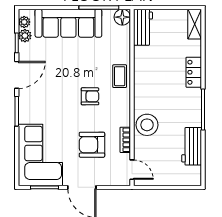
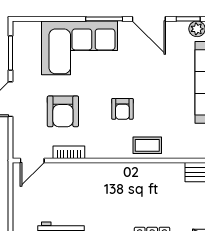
stool: (147, 125) -> (87, 179), removed
armchair: (92, 145) -> (63, 111), turned 180
corner sofa: (40, 155) -> (79, 48), moved

